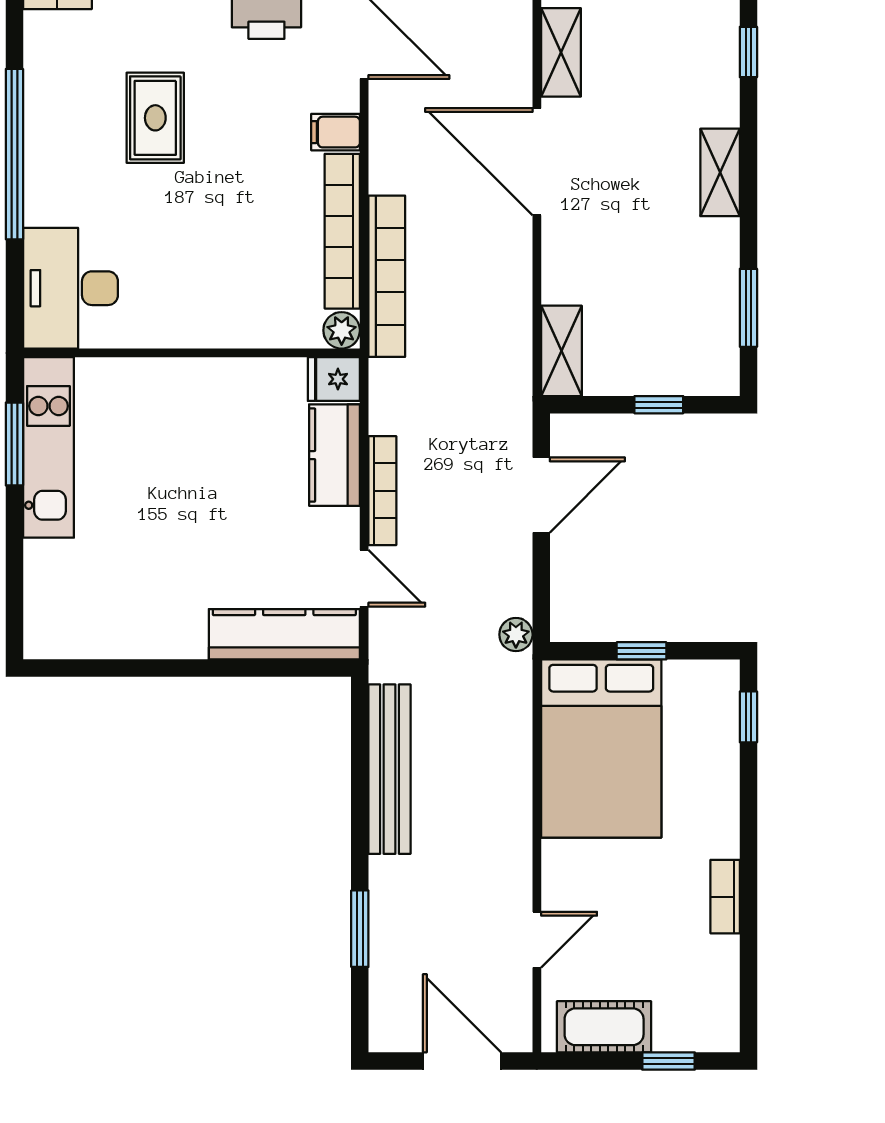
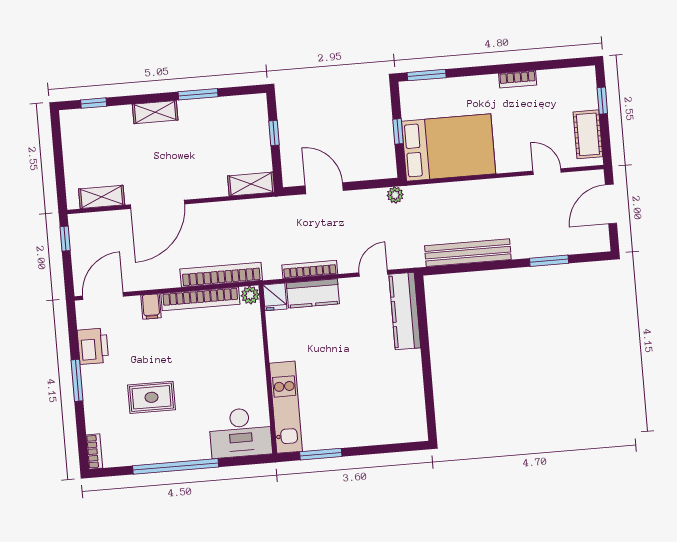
window: (748, 308) -> (198, 94), moved
kitchen unit: (48, 447) -> (286, 407), moved, turned 90
bookcase: (382, 491) -> (310, 269), moved
window: (748, 717) -> (427, 75), width x1.50

